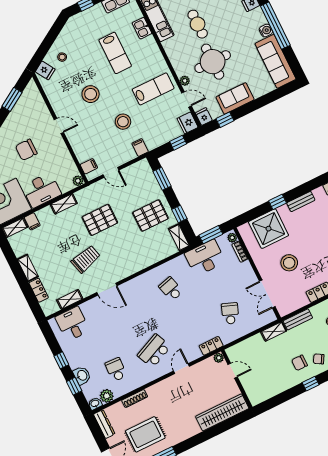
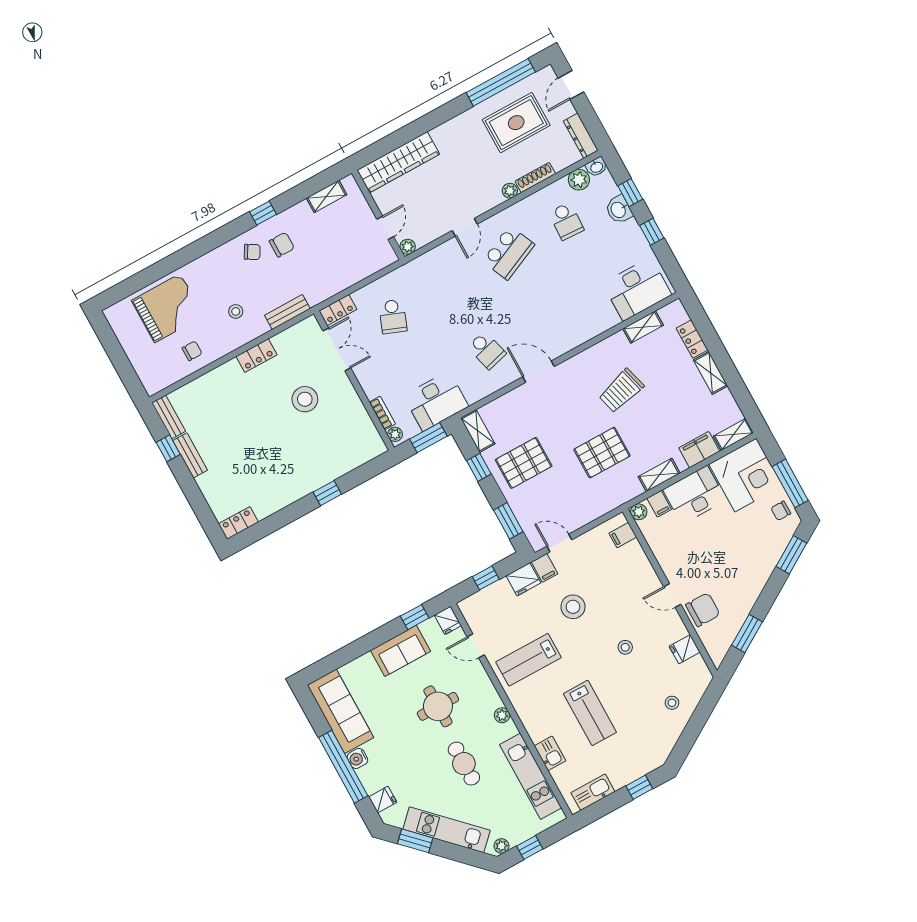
lab bench: (115, 53) -> (590, 713), turned 180
round table: (213, 62) -> (438, 706), width x0.73, depth x0.73
fridge: (45, 70) -> (685, 649), moved, turned -58
plant: (185, 81) -> (502, 715), moved
stool: (91, 94) -> (625, 647), width x0.53, depth x0.53
fridge: (188, 123) -> (523, 579), moved, turned 90
chair: (26, 150) -> (703, 610), moved
door: (111, 172) -> (559, 543), moved
filing cabinet: (65, 185) -> (659, 504), added
bench: (301, 202) -> (291, 495), removed
filing cabinet: (32, 221) -> (699, 450), width x2.00
shower: (269, 229) -> (339, 451), removed
door: (107, 289) -> (539, 372), moved
desk: (72, 324) -> (637, 289), width x1.37
shelving: (274, 331) -> (327, 196), moved
locker: (211, 346) -> (338, 310), moved
door: (233, 371) -> (385, 228), swing flipped
plant: (151, 391) -> (510, 191), added

